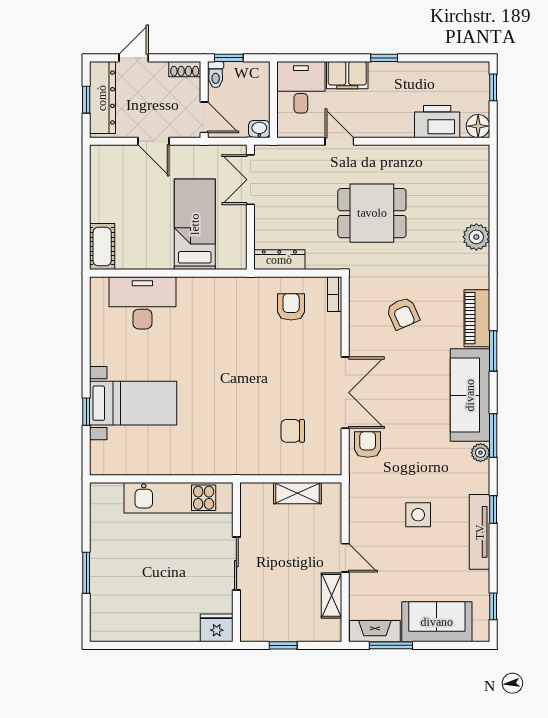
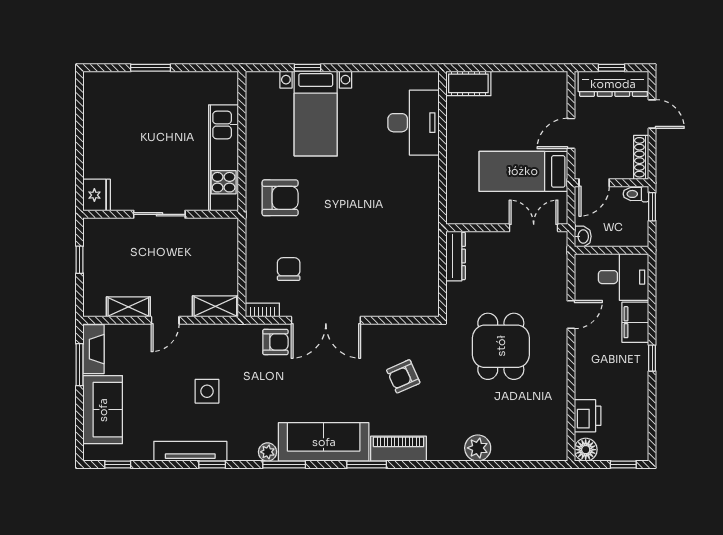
shoe rack: (185, 69) -> (641, 157), width x1.43
printer: (437, 122) -> (588, 416), width x0.73, depth x0.84
bed: (195, 224) -> (523, 171), moved, turned 180
bookcase: (335, 294) -> (262, 310), moved
armchair: (291, 307) -> (280, 198), moved, width x1.38, depth x1.38
shelving: (297, 493) -> (215, 306), moved, turned 90

